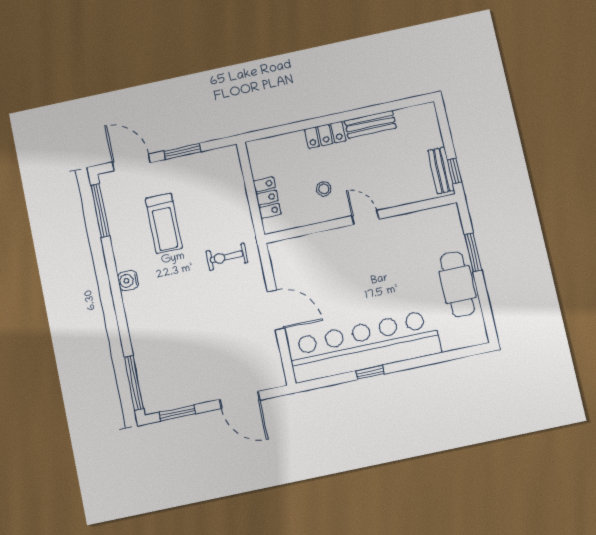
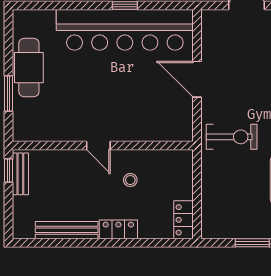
bench: (370, 124) -> (67, 230), width x1.36
locker: (267, 198) -> (184, 220), moved
exercise bike: (227, 257) -> (232, 137), width x1.38, depth x1.39

